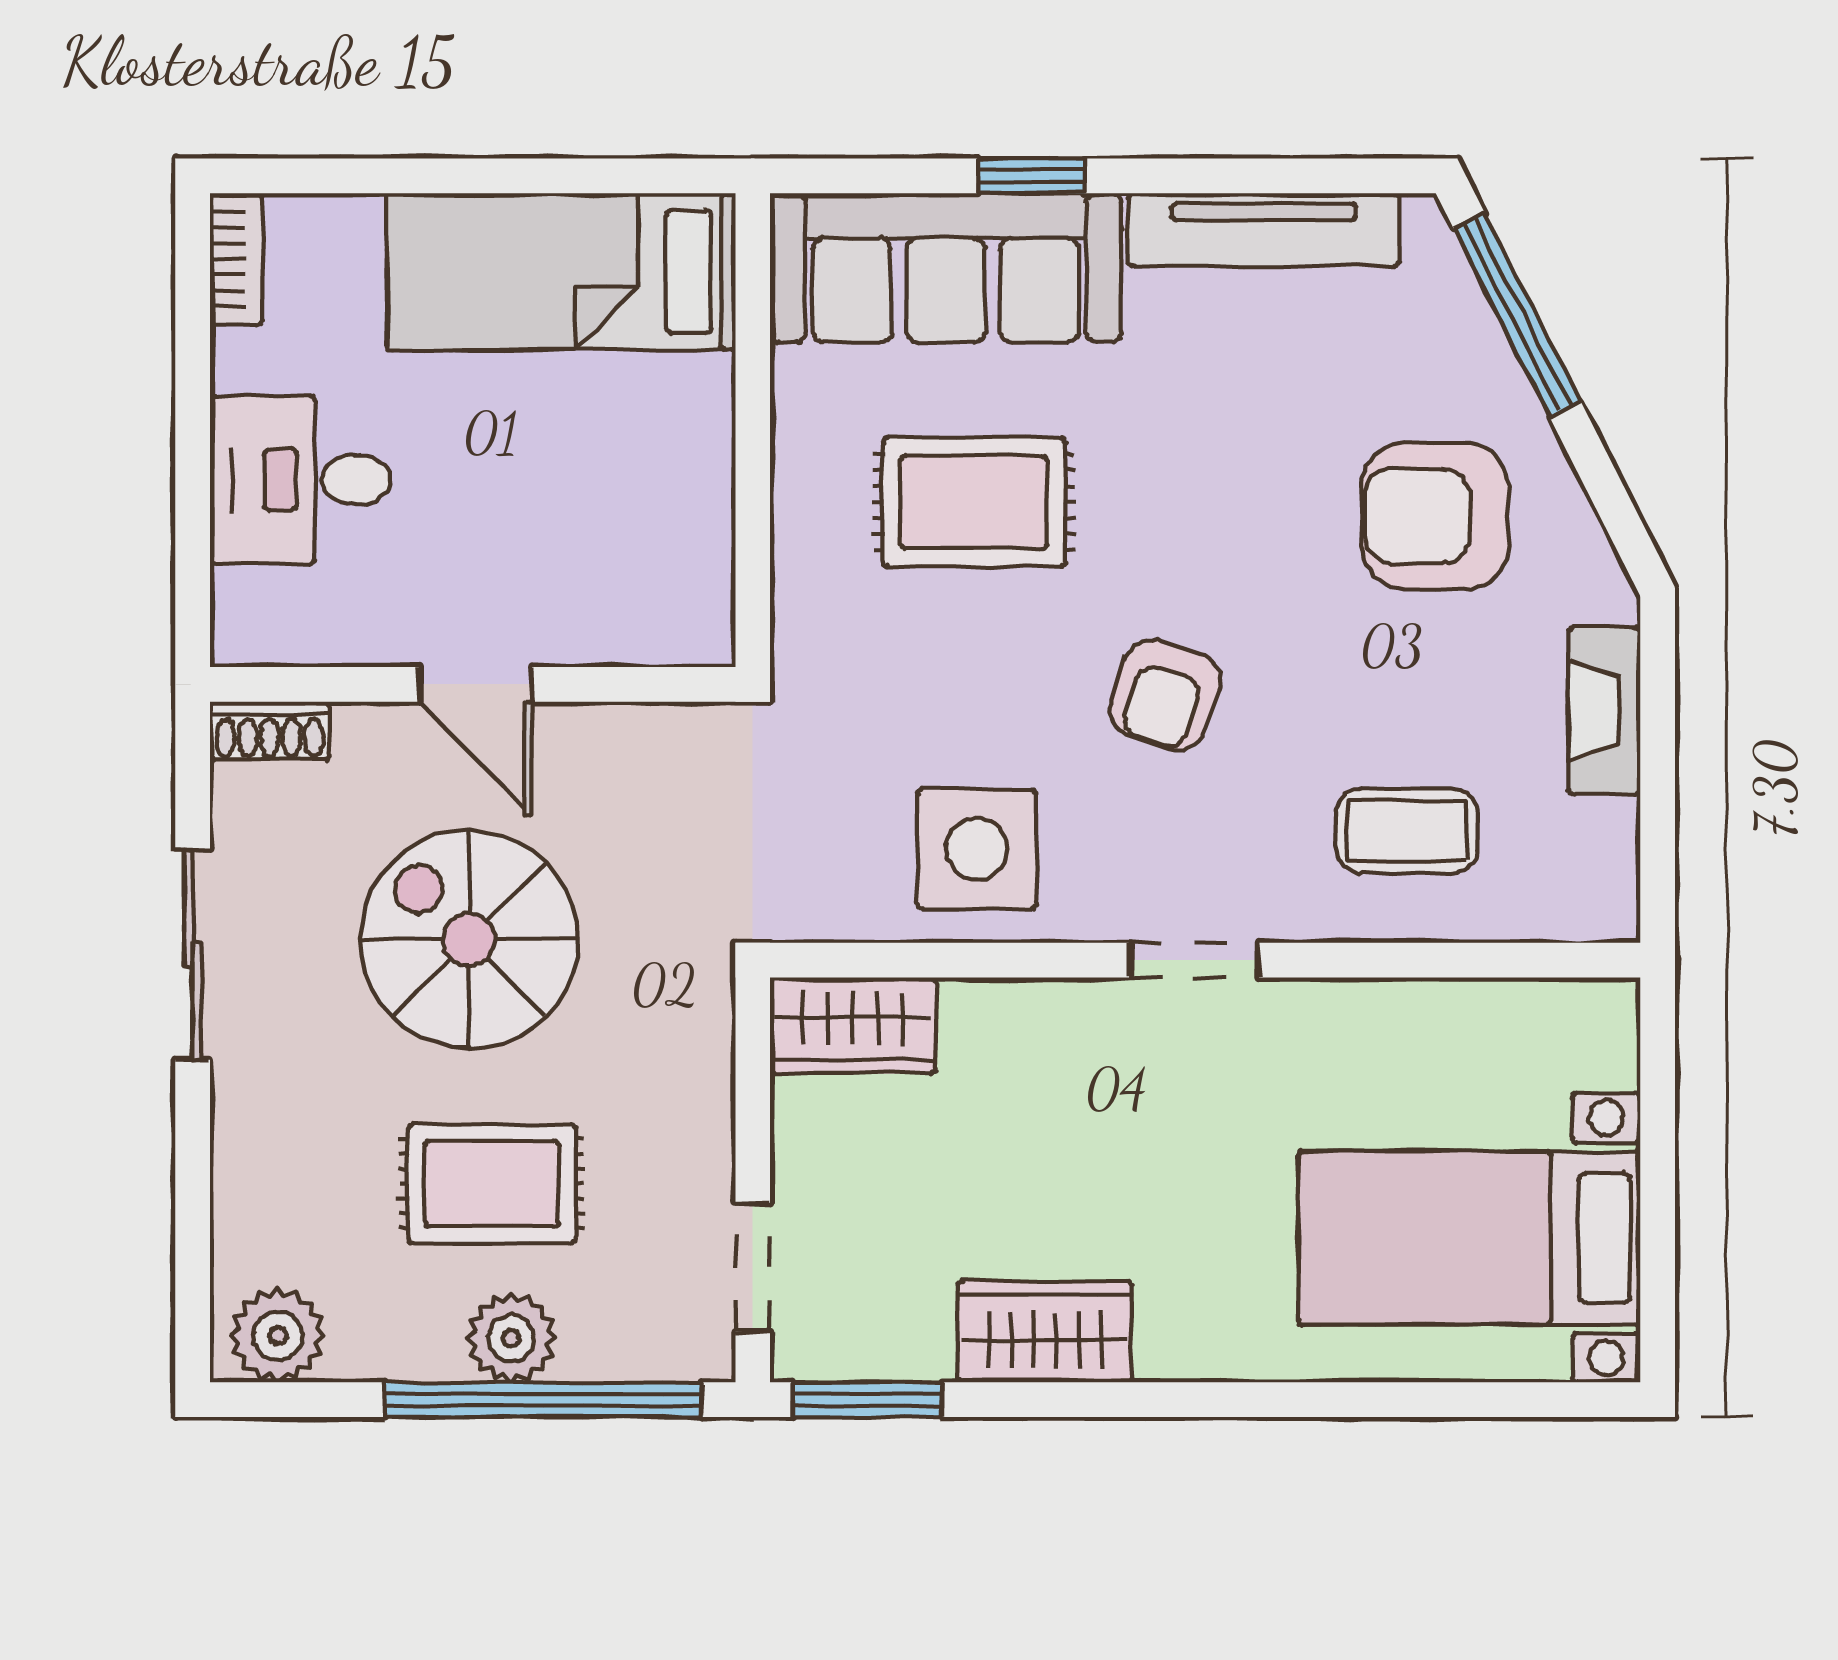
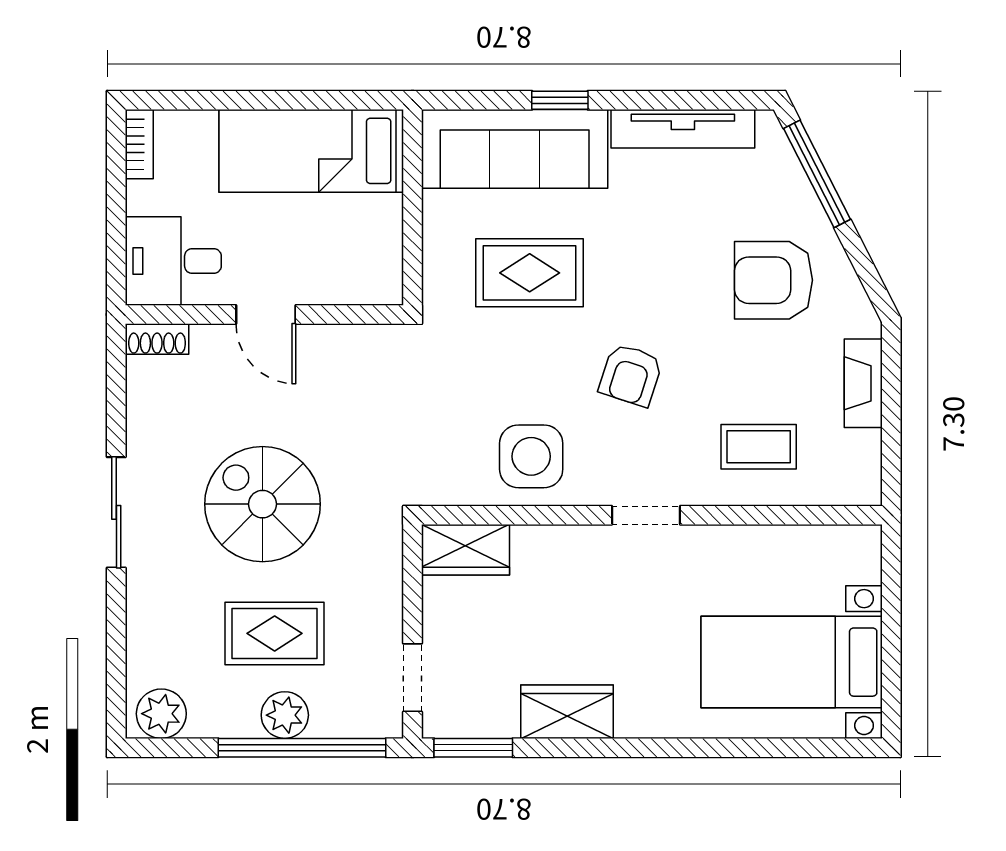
wall: (473, 684) -> (264, 315), moved
door: (475, 684) -> (266, 315), moved
shoe rack: (270, 731) -> (157, 339), moved

